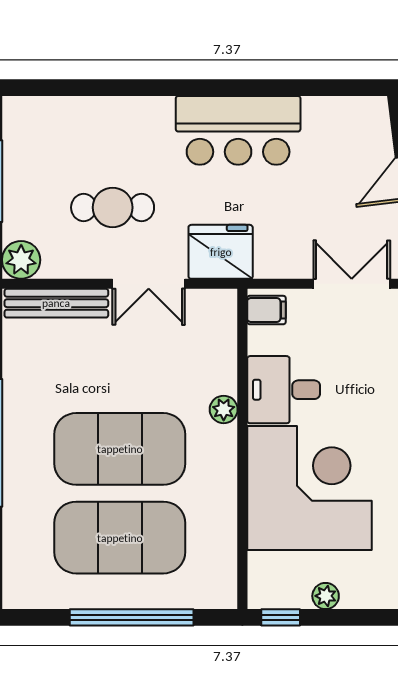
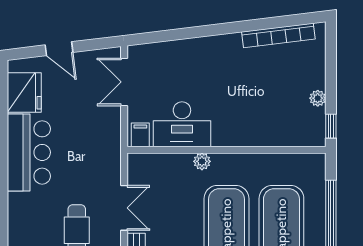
fridge: (221, 252) -> (24, 92), moved, turned 180
desk: (284, 390) -> (182, 124), width x1.37
corner desk: (309, 488) -> (251, 108), removed

